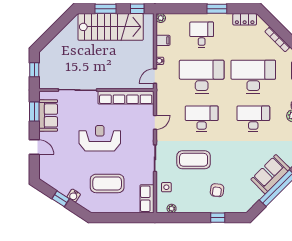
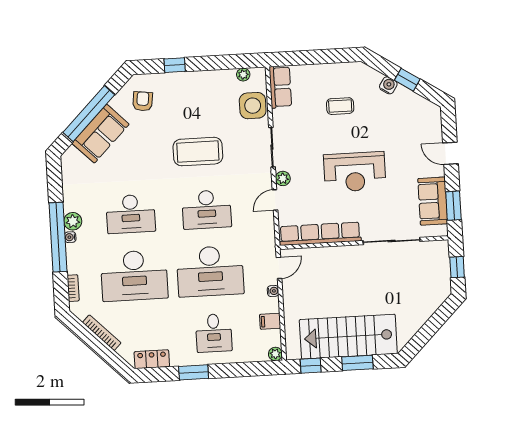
plant: (149, 137) -> (283, 178), added
coffee table: (194, 160) -> (198, 152), moved
coffee table: (107, 183) -> (340, 106), width x0.54, depth x0.58
side table: (166, 187) -> (253, 106), width x1.87, depth x1.87
armchair: (217, 190) -> (143, 101), moved

